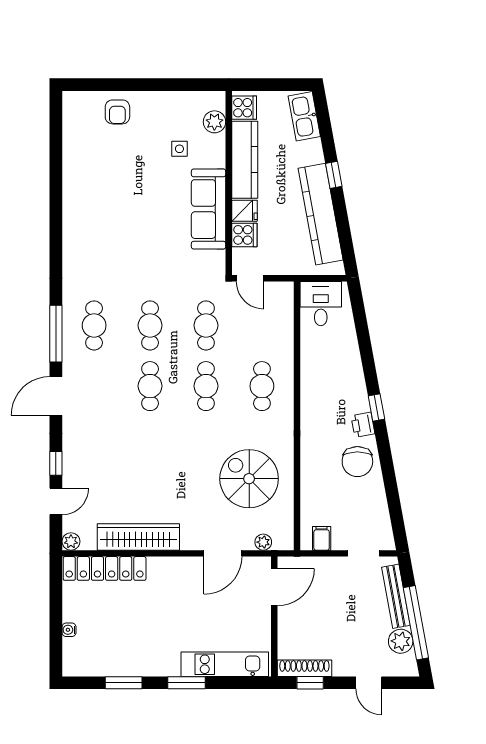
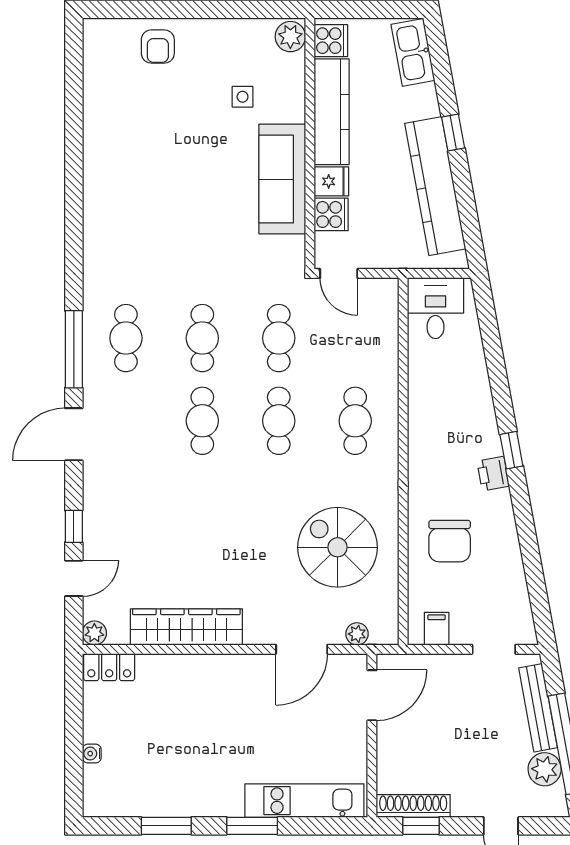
plant: (214, 122) -> (290, 37), moved
chair: (357, 462) -> (450, 541), moved
locker: (105, 568) -> (109, 667), width x0.46, depth x0.83

